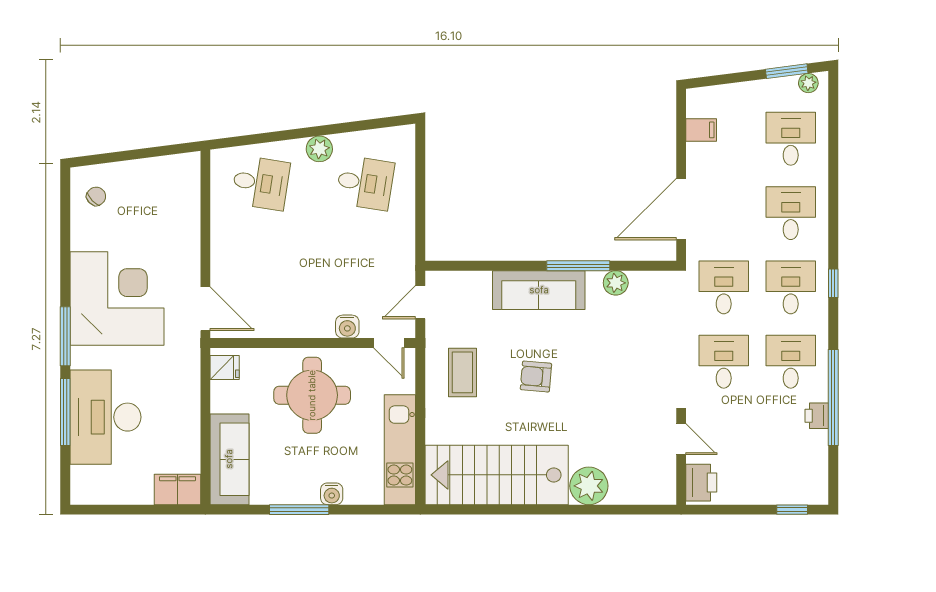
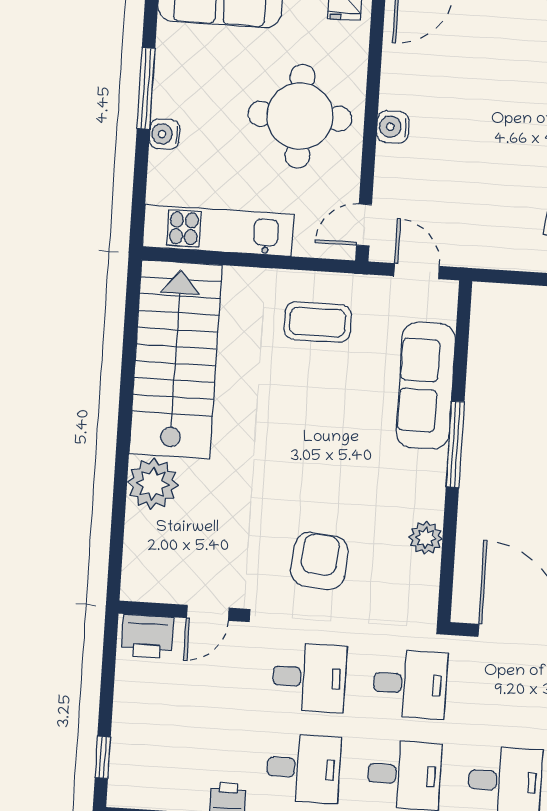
window: (578, 266) -> (455, 444), moved
sofa: (539, 290) -> (426, 385), moved
water cooler: (347, 327) -> (393, 127), moved
armchair: (536, 376) -> (319, 561), moved, width x1.38, depth x1.38

